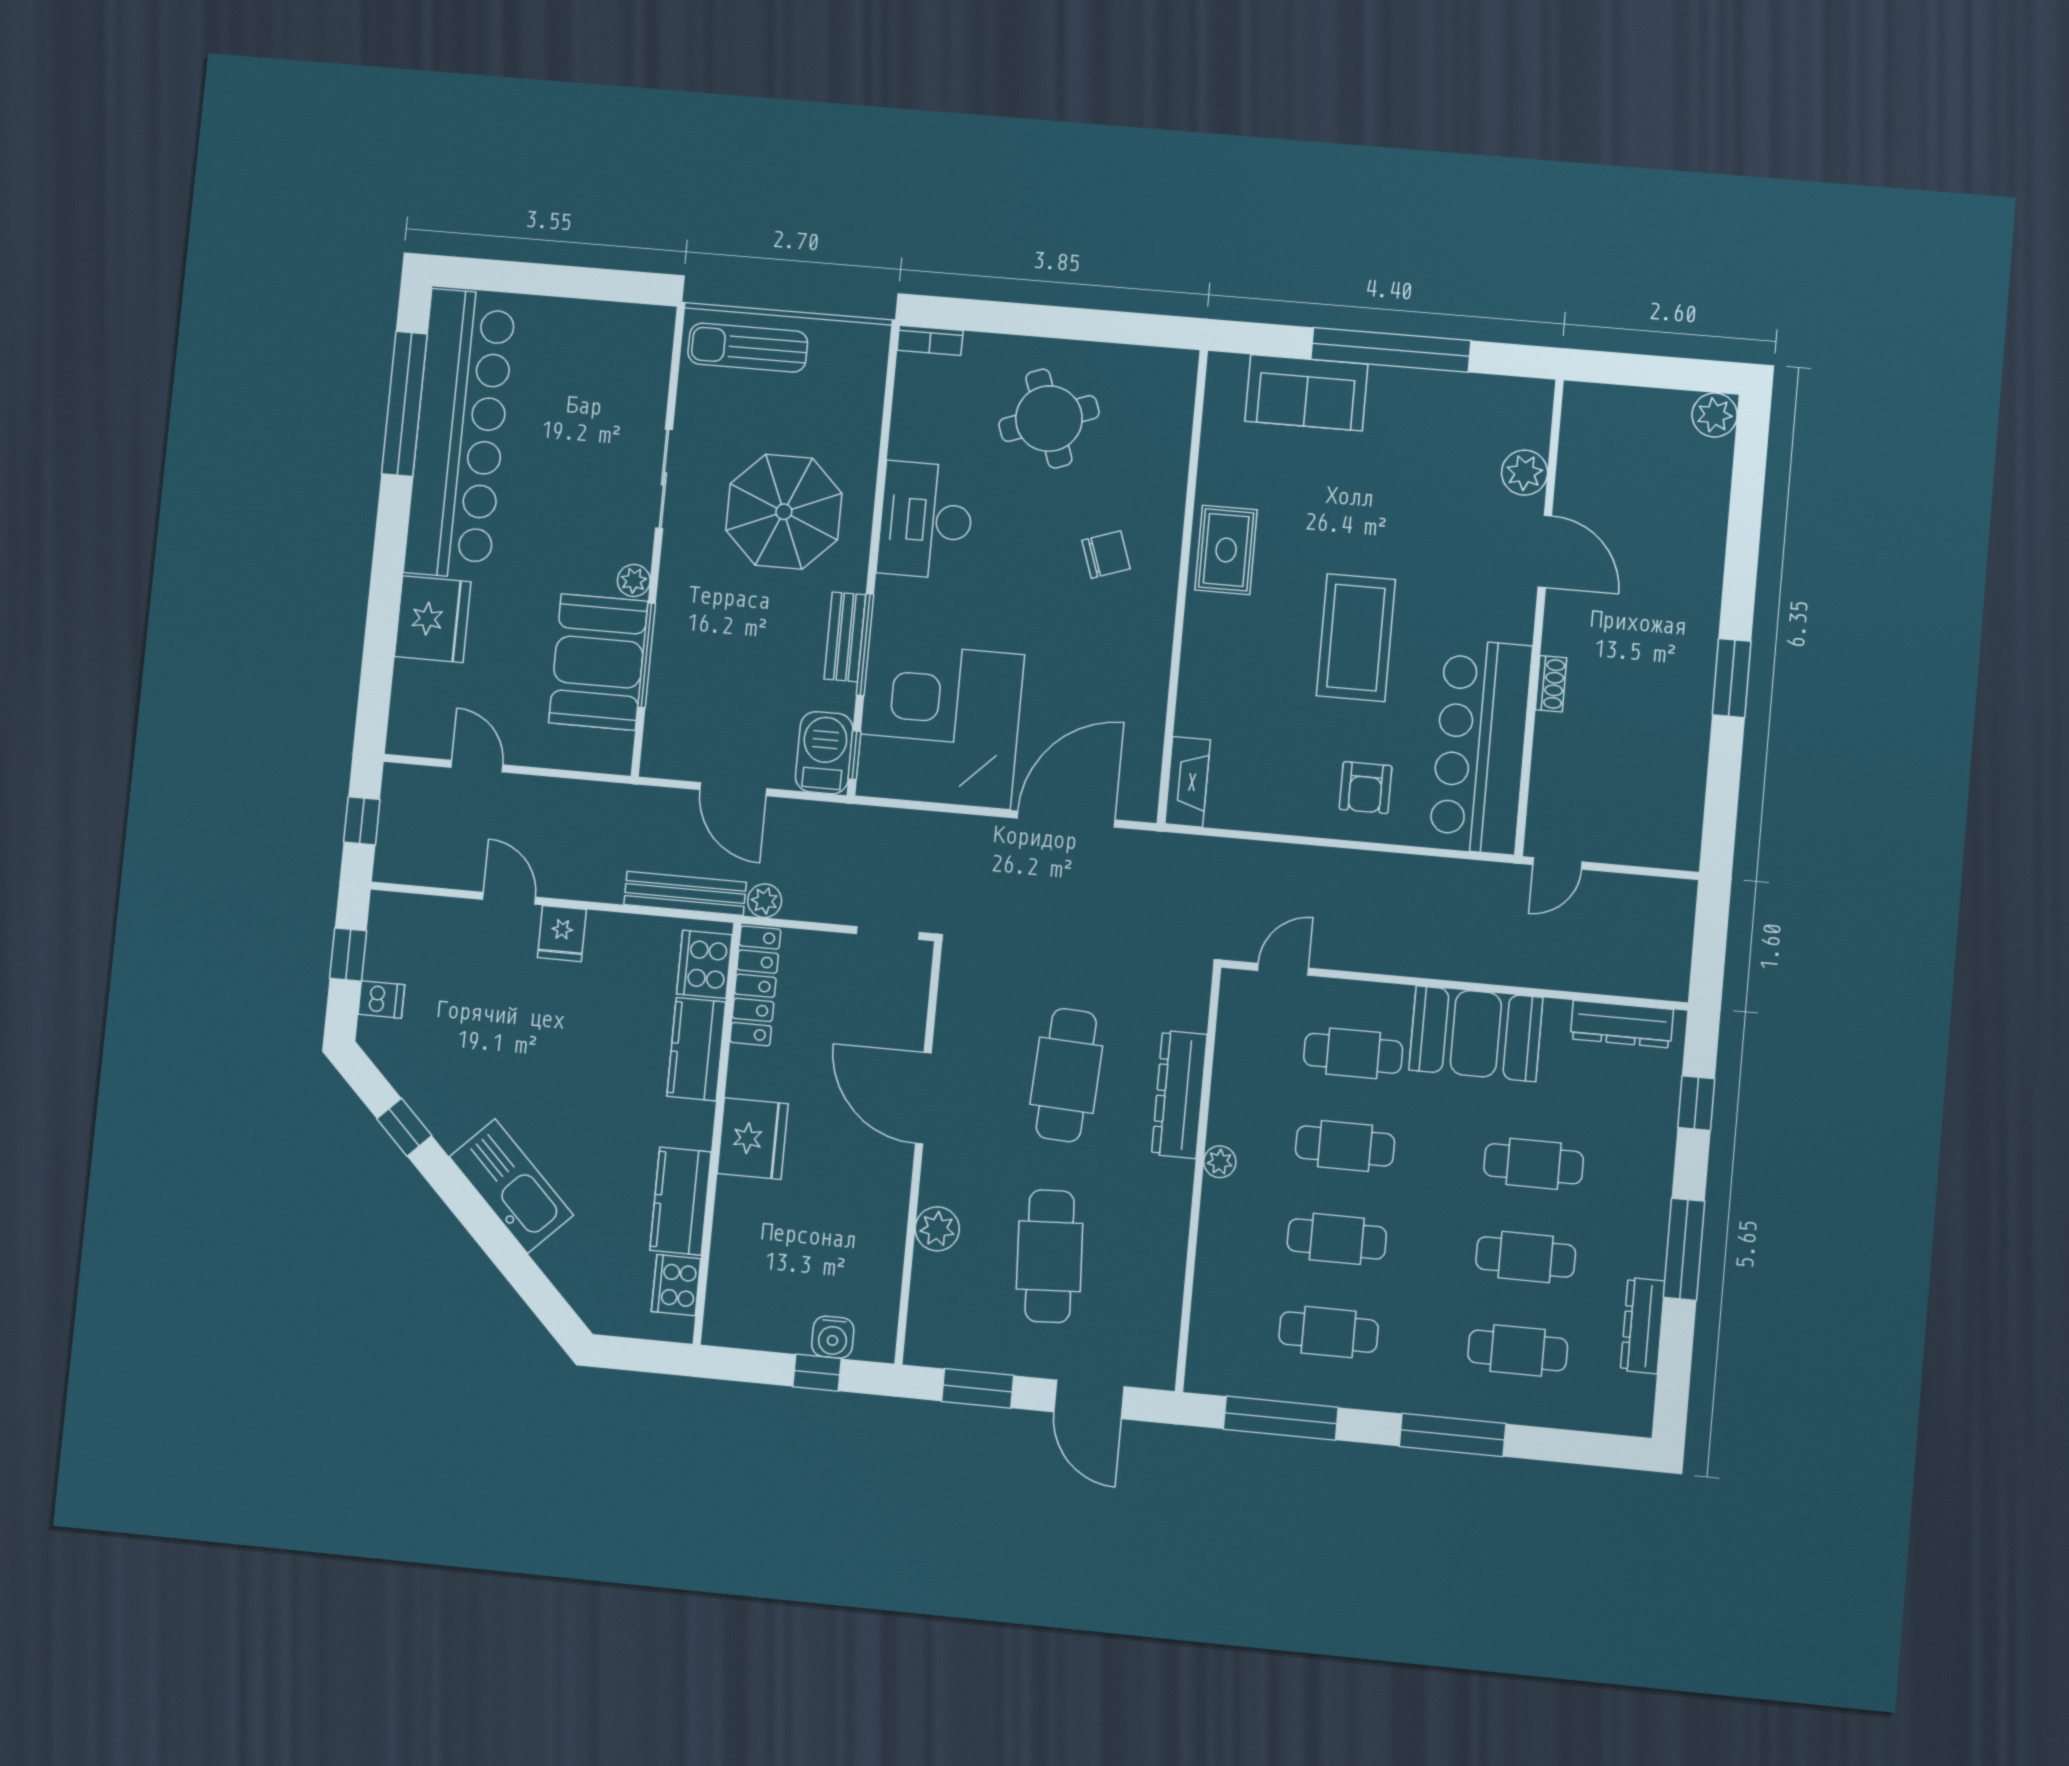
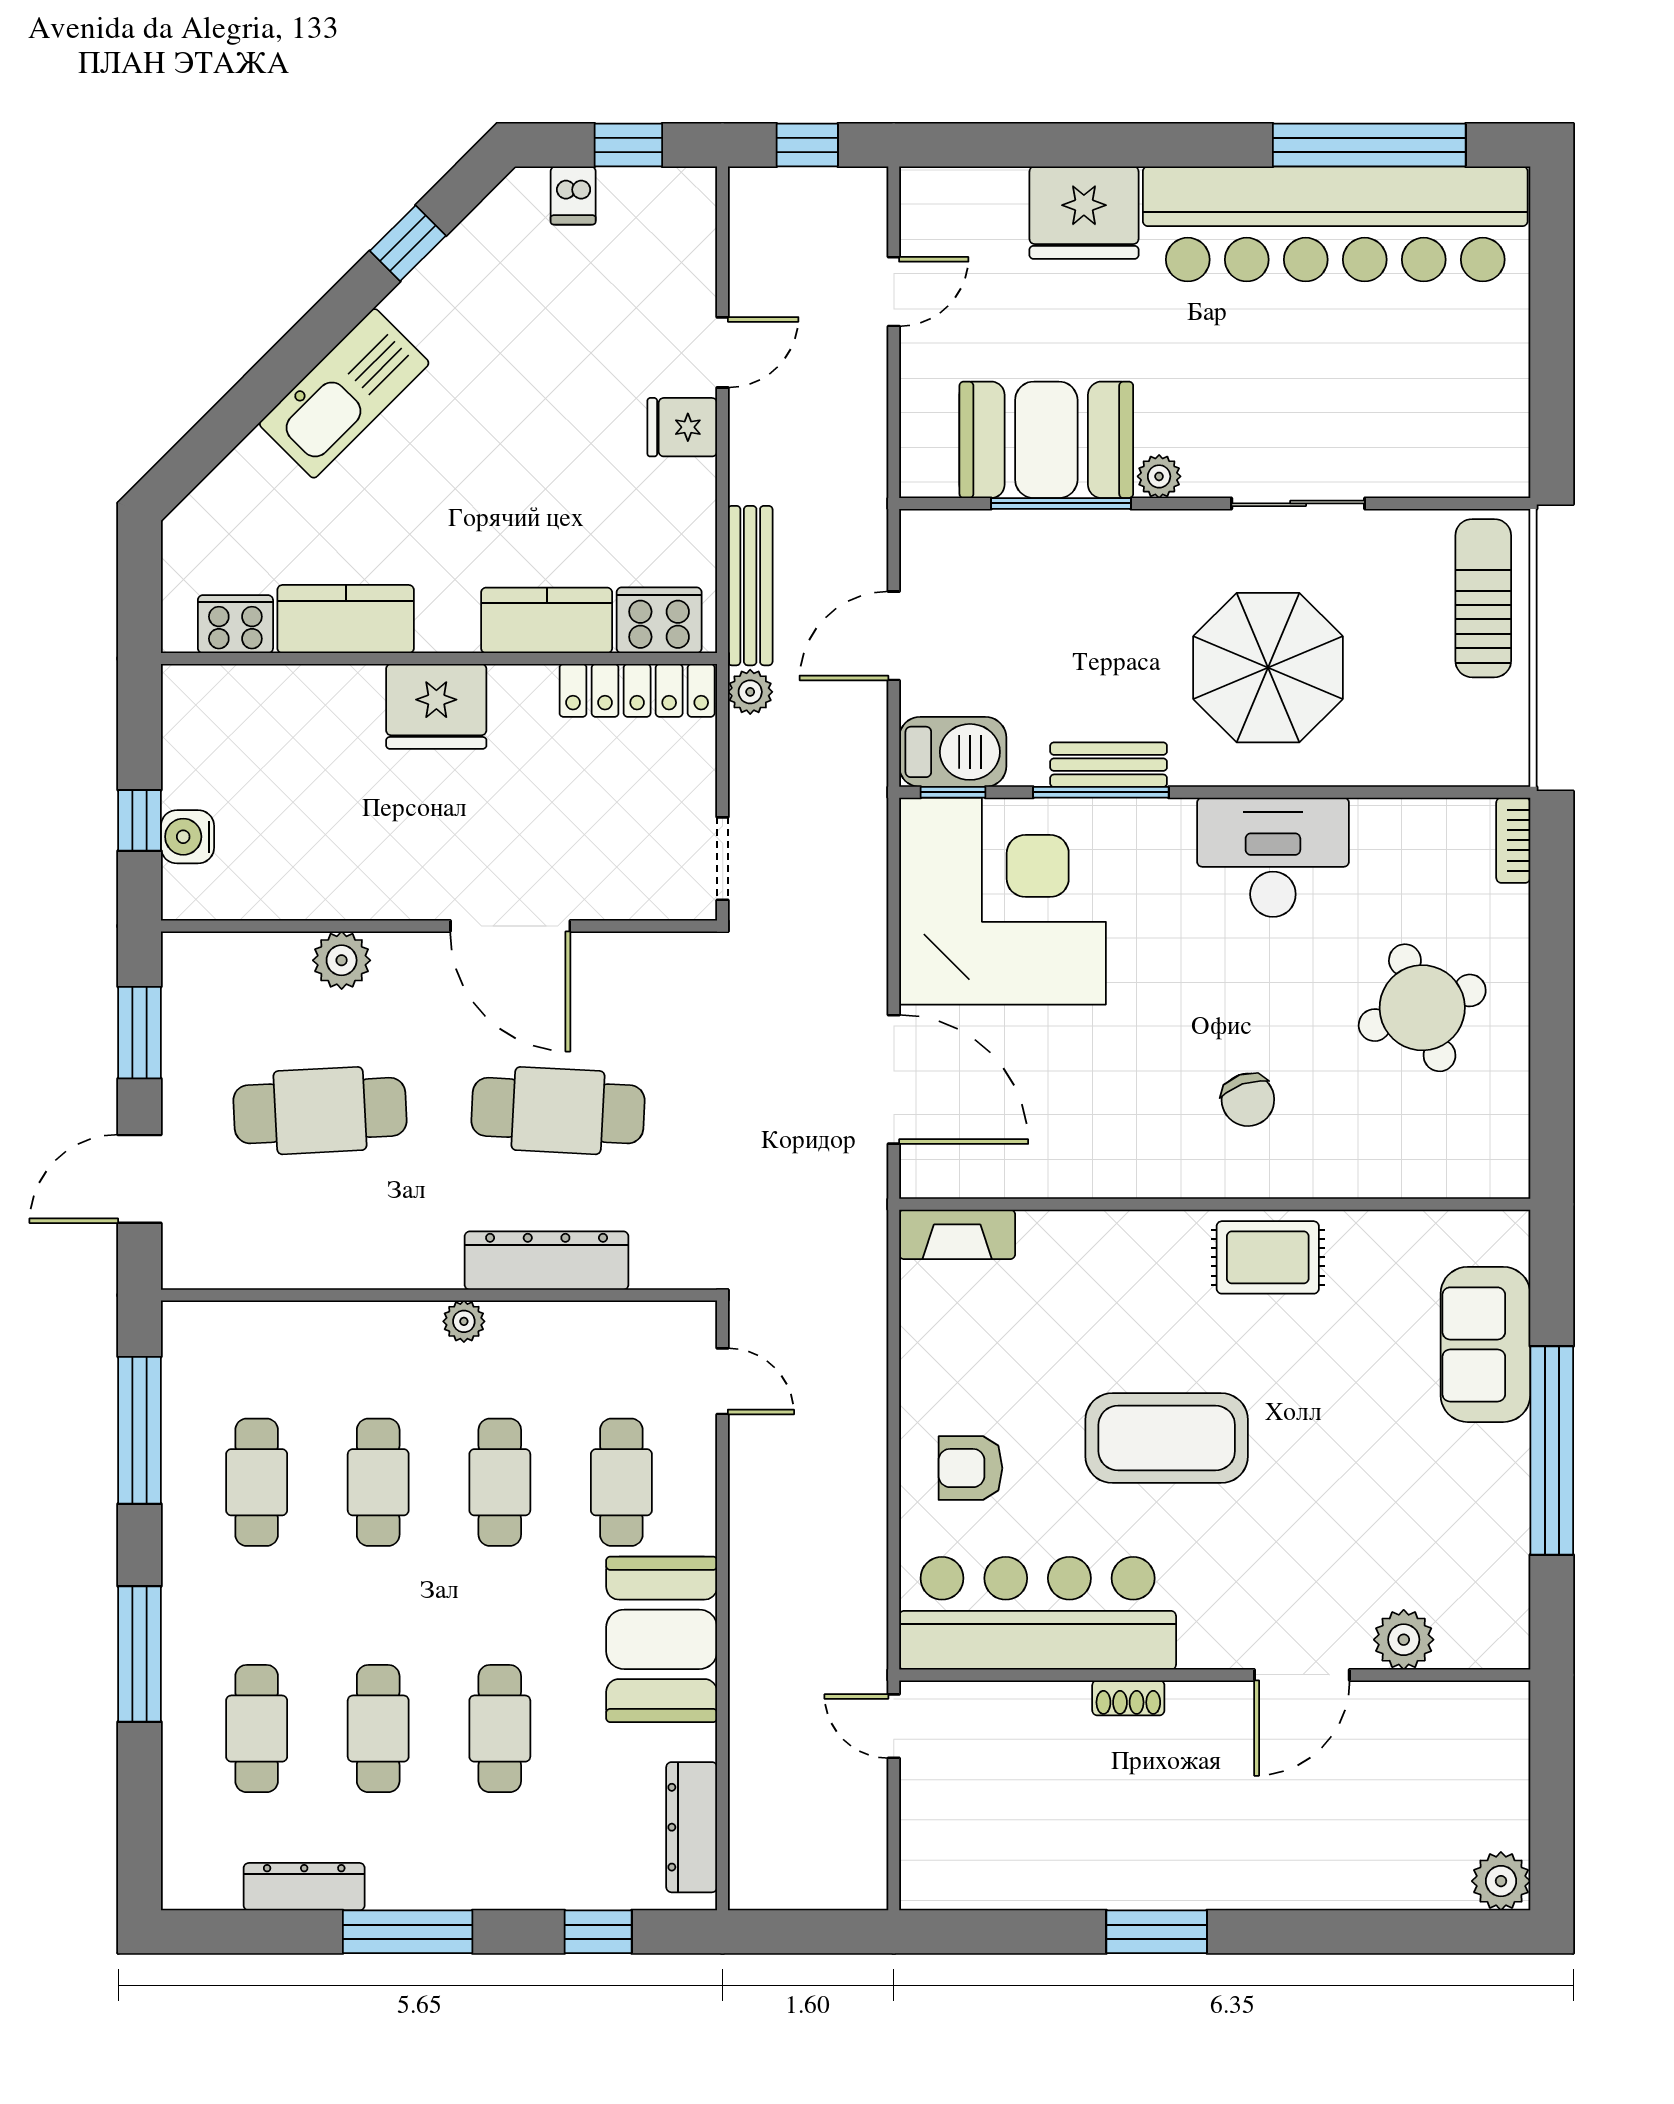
door: (923, 1098) -> (510, 926), swing flipped

